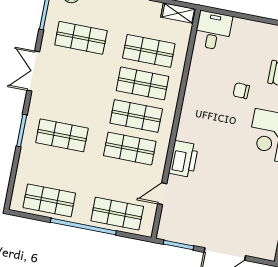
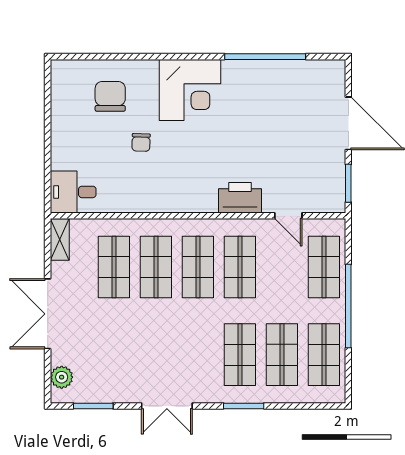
shop shelf: (81, 38) -> (282, 355), moved

